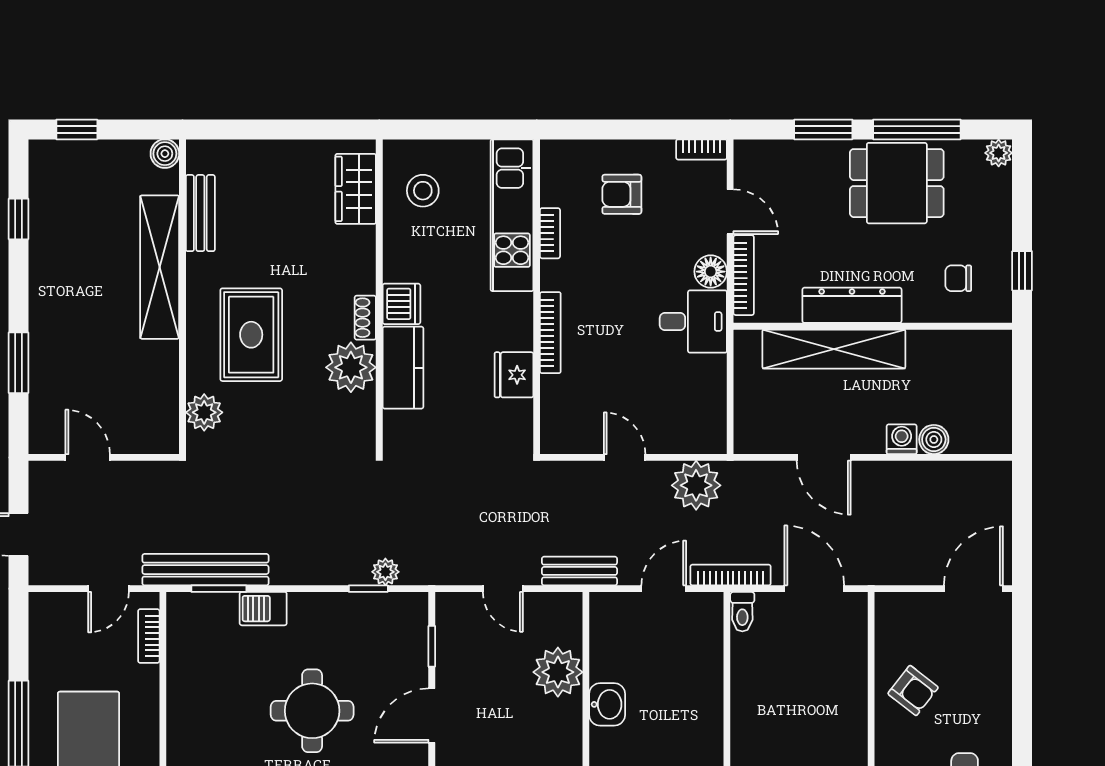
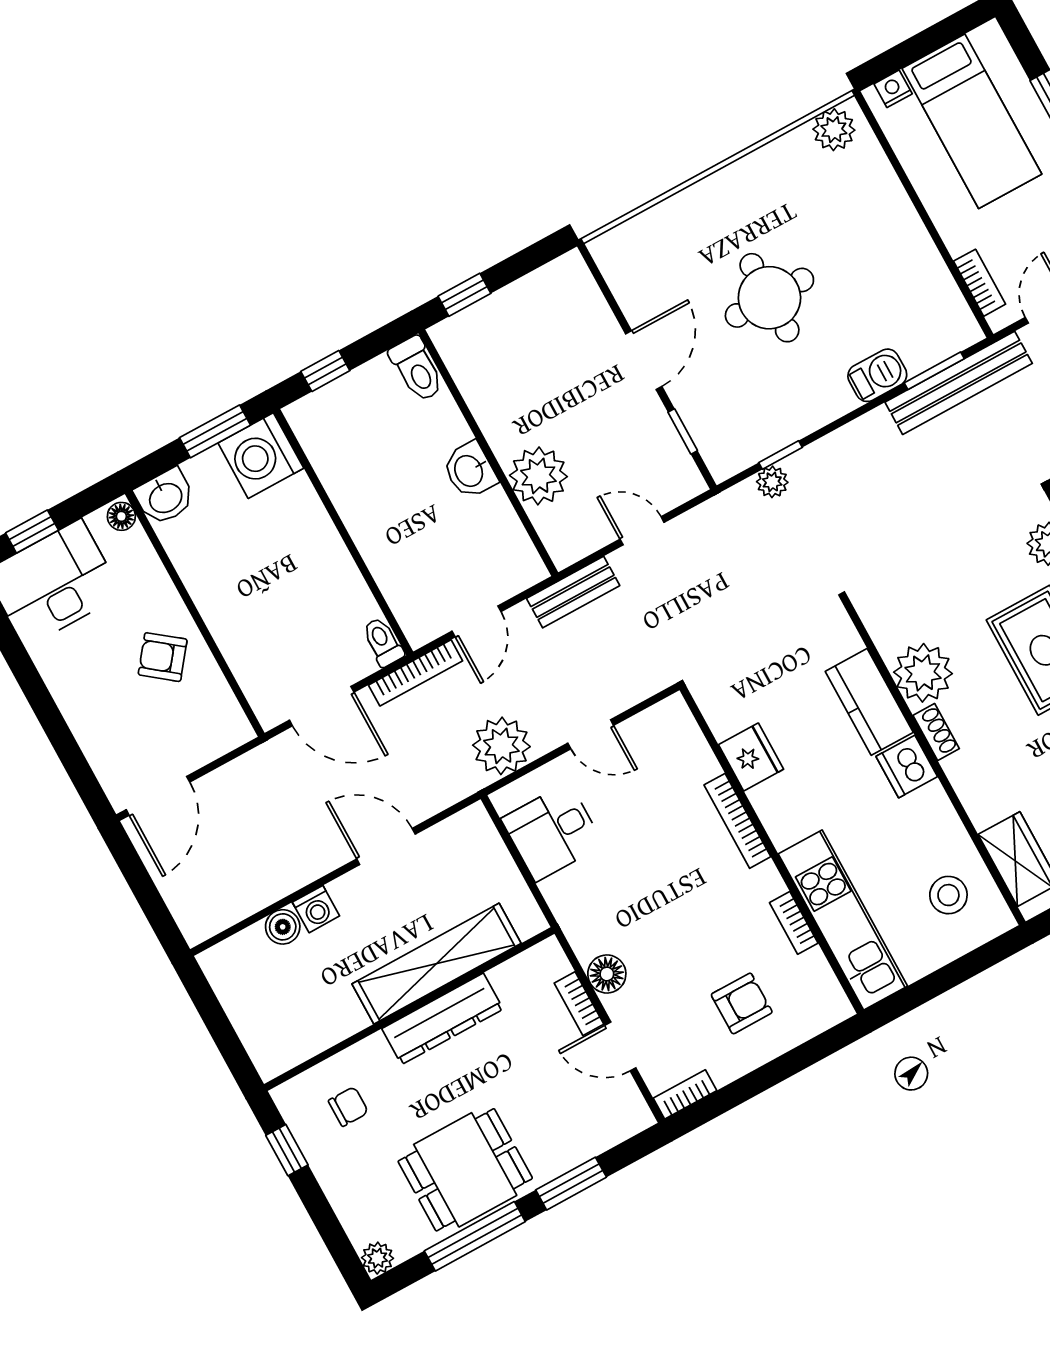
bookcase: (744, 275) -> (579, 1004), width x0.64
desk: (693, 322) -> (552, 832), moved

